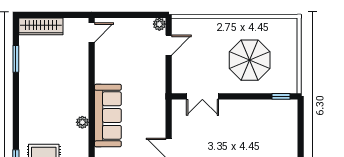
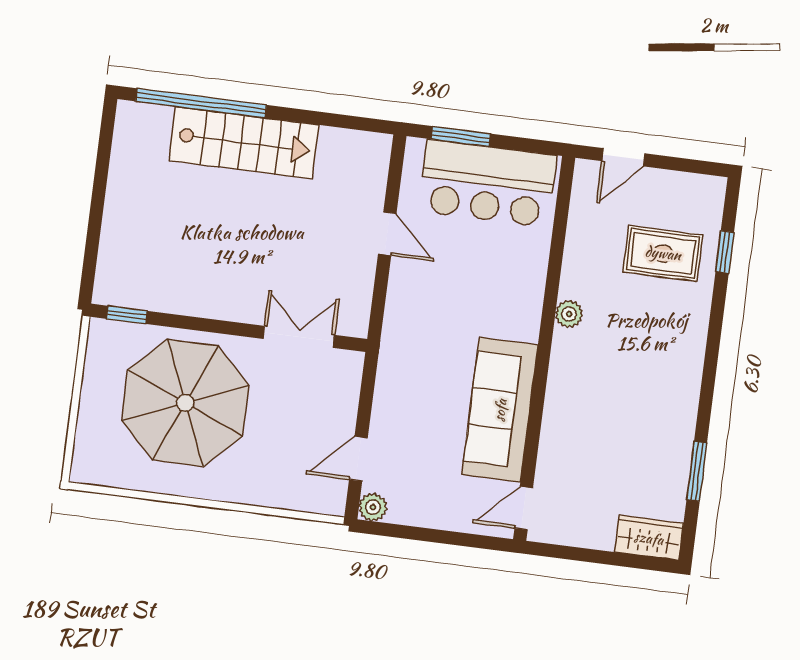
wardrobe: (41, 26) -> (649, 538), width x0.67
parasol: (250, 60) -> (185, 403), width x1.36, depth x1.36
sofa: (108, 116) -> (500, 410), moved

